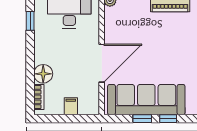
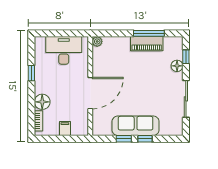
window: (30, 21) -> (31, 73), moved
sofa: (146, 100) -> (136, 126), width x0.74, depth x0.79

